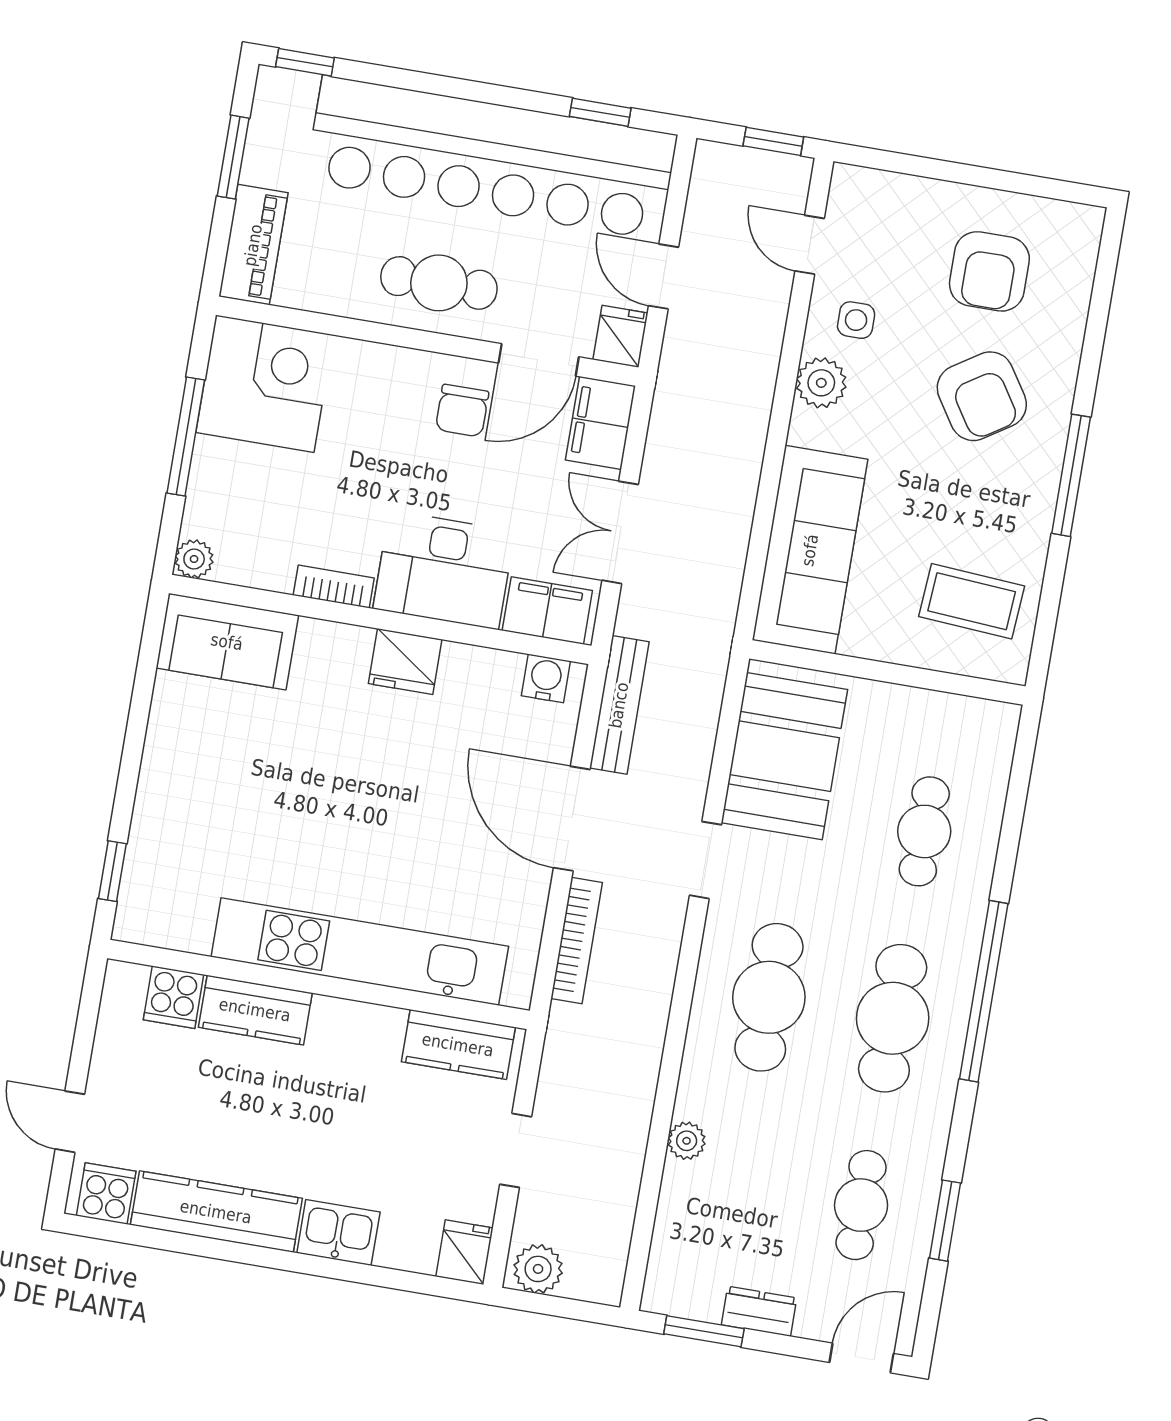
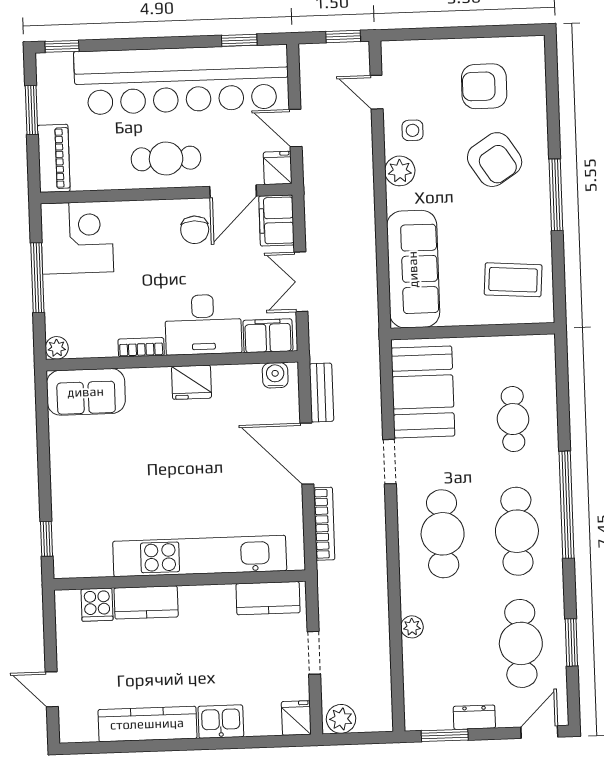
armchair: (989, 271) -> (484, 86), turned 90
bench: (619, 705) -> (321, 393), width x0.73
cooker: (106, 1193) -> (81, 727), removed
cafe table: (861, 1205) -> (521, 643), width x1.37, depth x1.35

